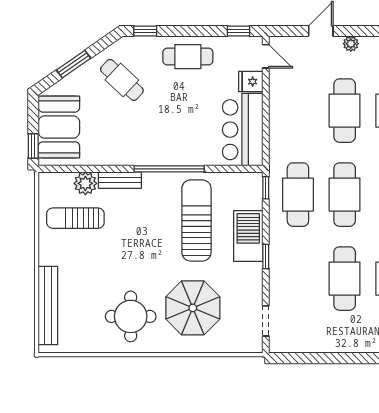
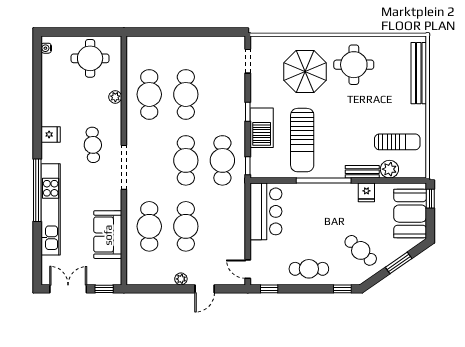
fridge: (251, 82) -> (366, 192), moved, turned 90

